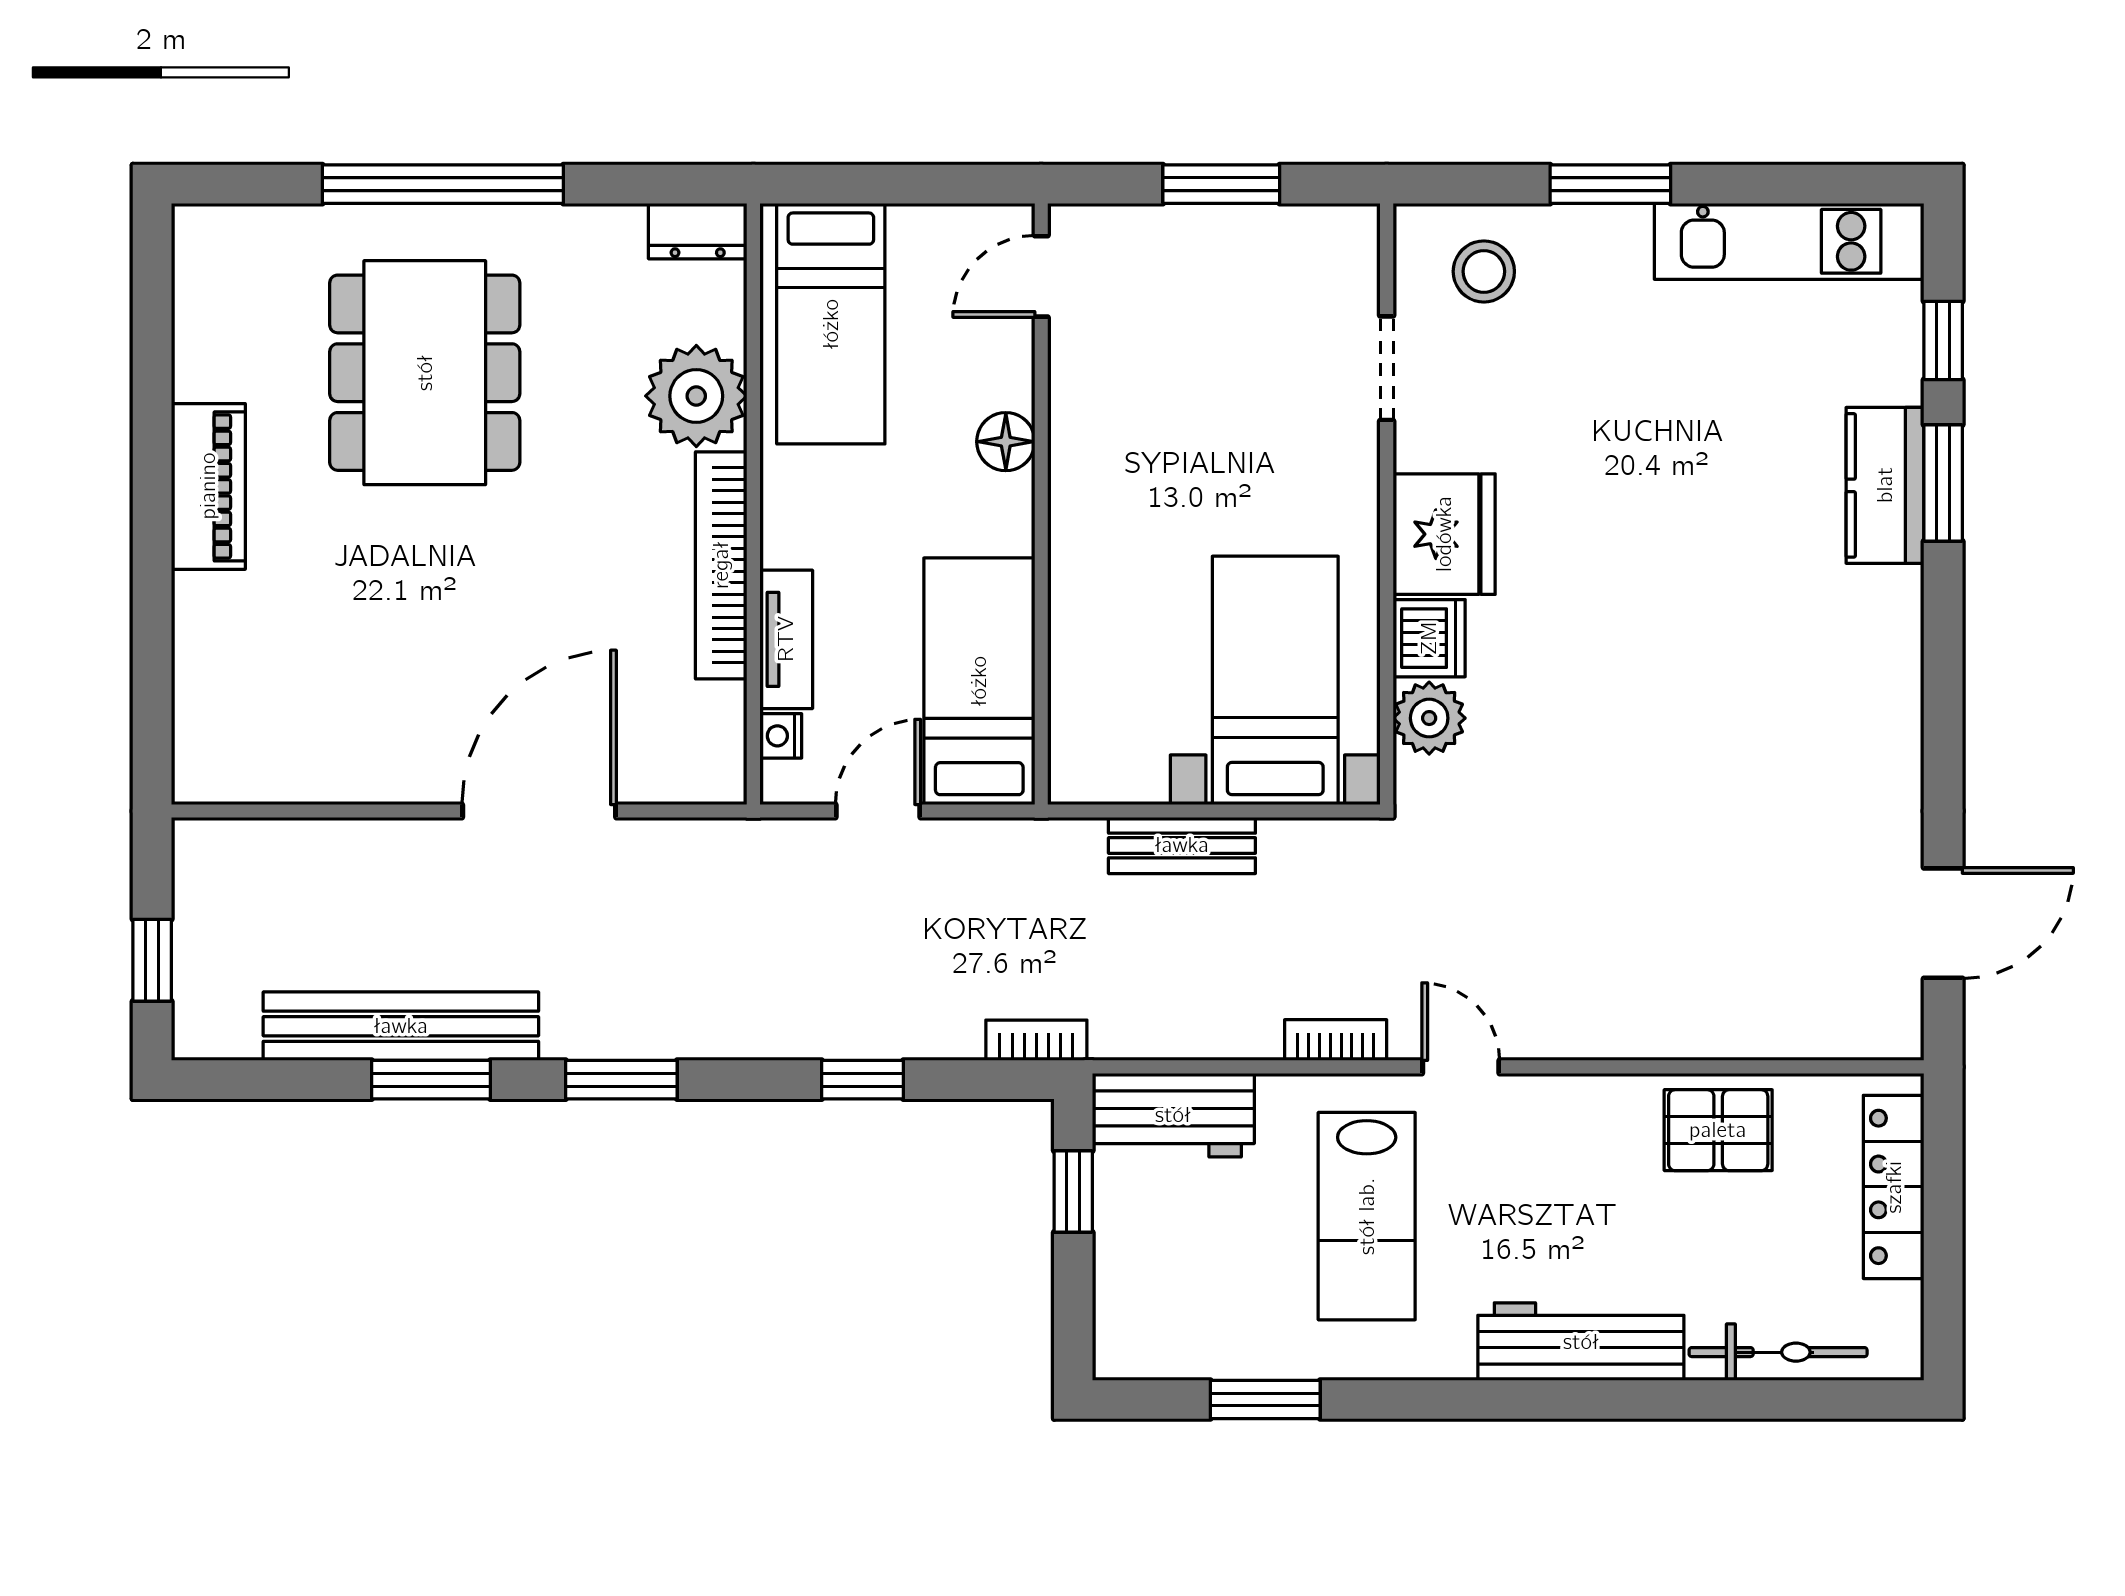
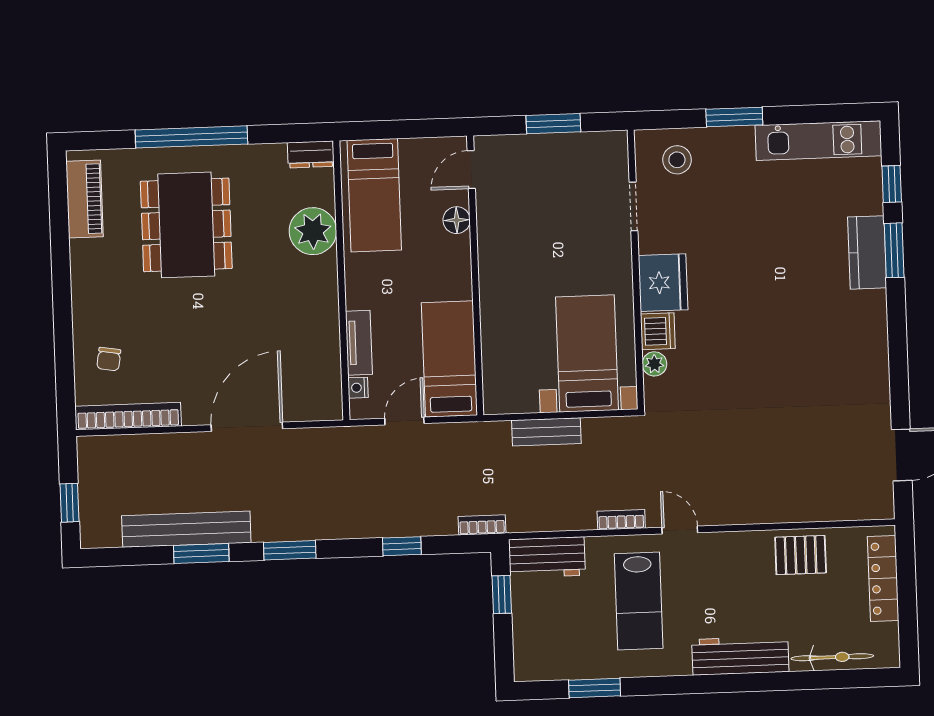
floor lamp: (1006, 442) -> (457, 220), moved
piano: (208, 486) -> (85, 199), moved
bookcase: (721, 565) -> (128, 416), moved, turned 90
chair: (248, 655) -> (109, 359), added
plant: (1429, 718) -> (654, 364), width x0.73, depth x0.73

